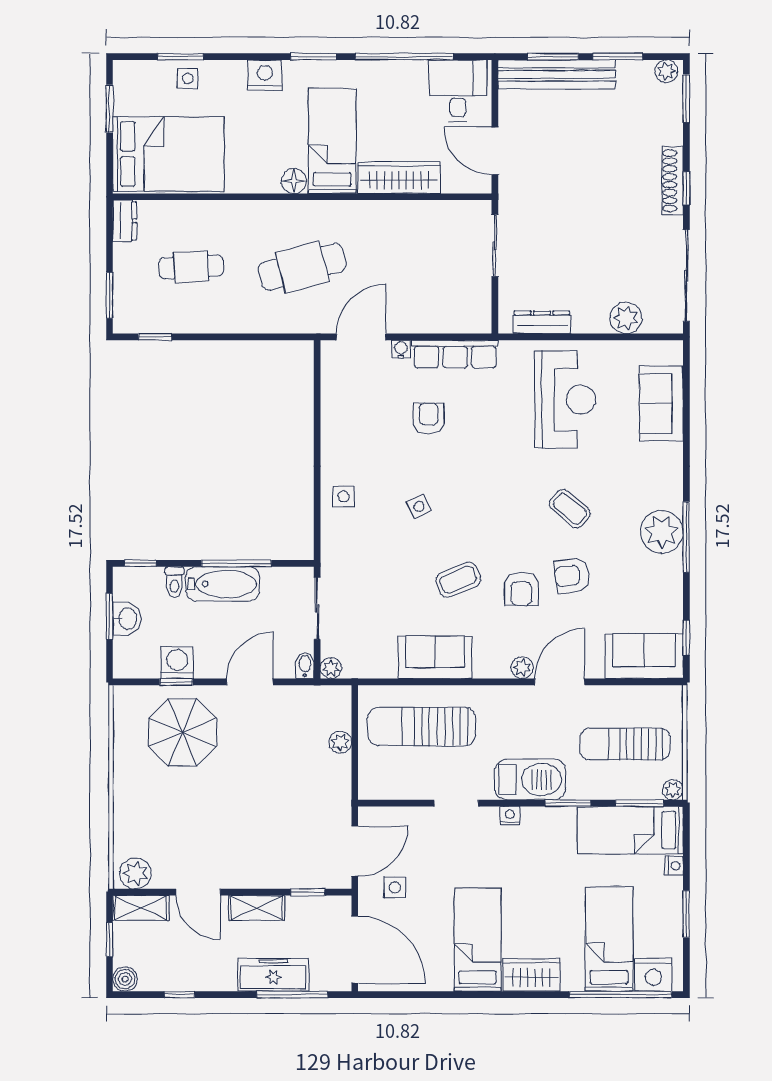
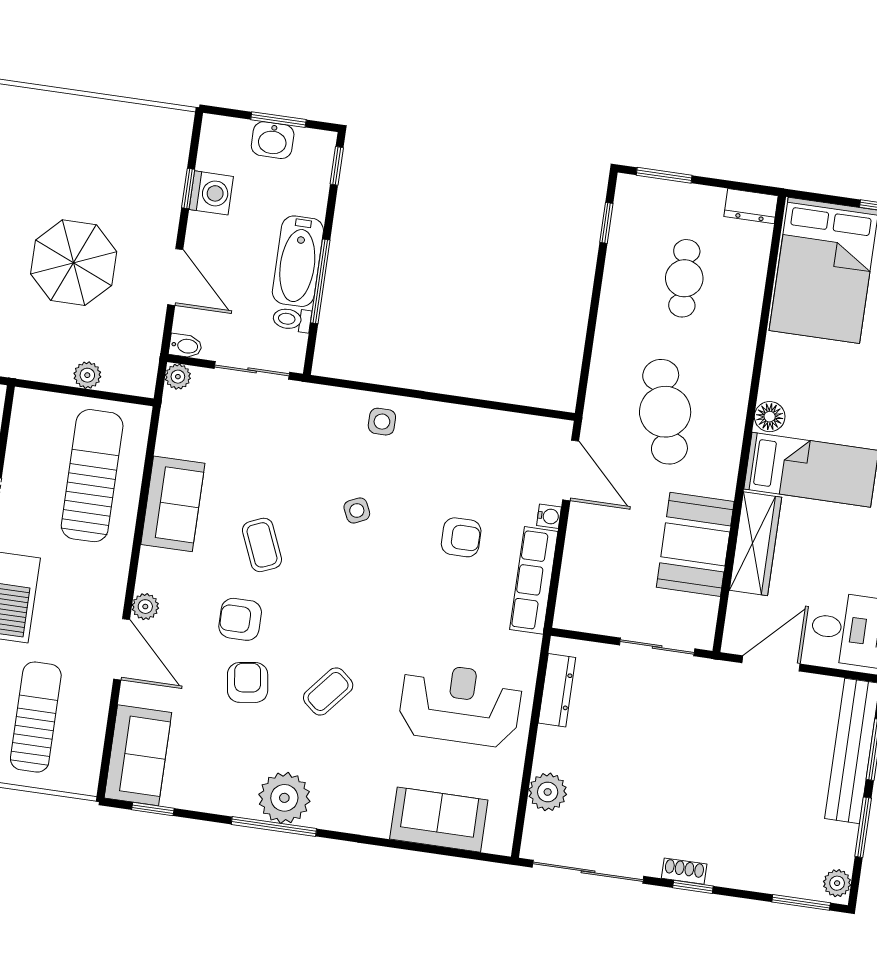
shoe rack: (672, 181) -> (684, 871), width x0.51, depth x0.81
booth: (407, 227) -> (695, 544), added
reception desk: (565, 400) -> (460, 705), turned 180
toilet: (174, 582) -> (292, 319), moved
parasol: (182, 732) -> (74, 263), moved

